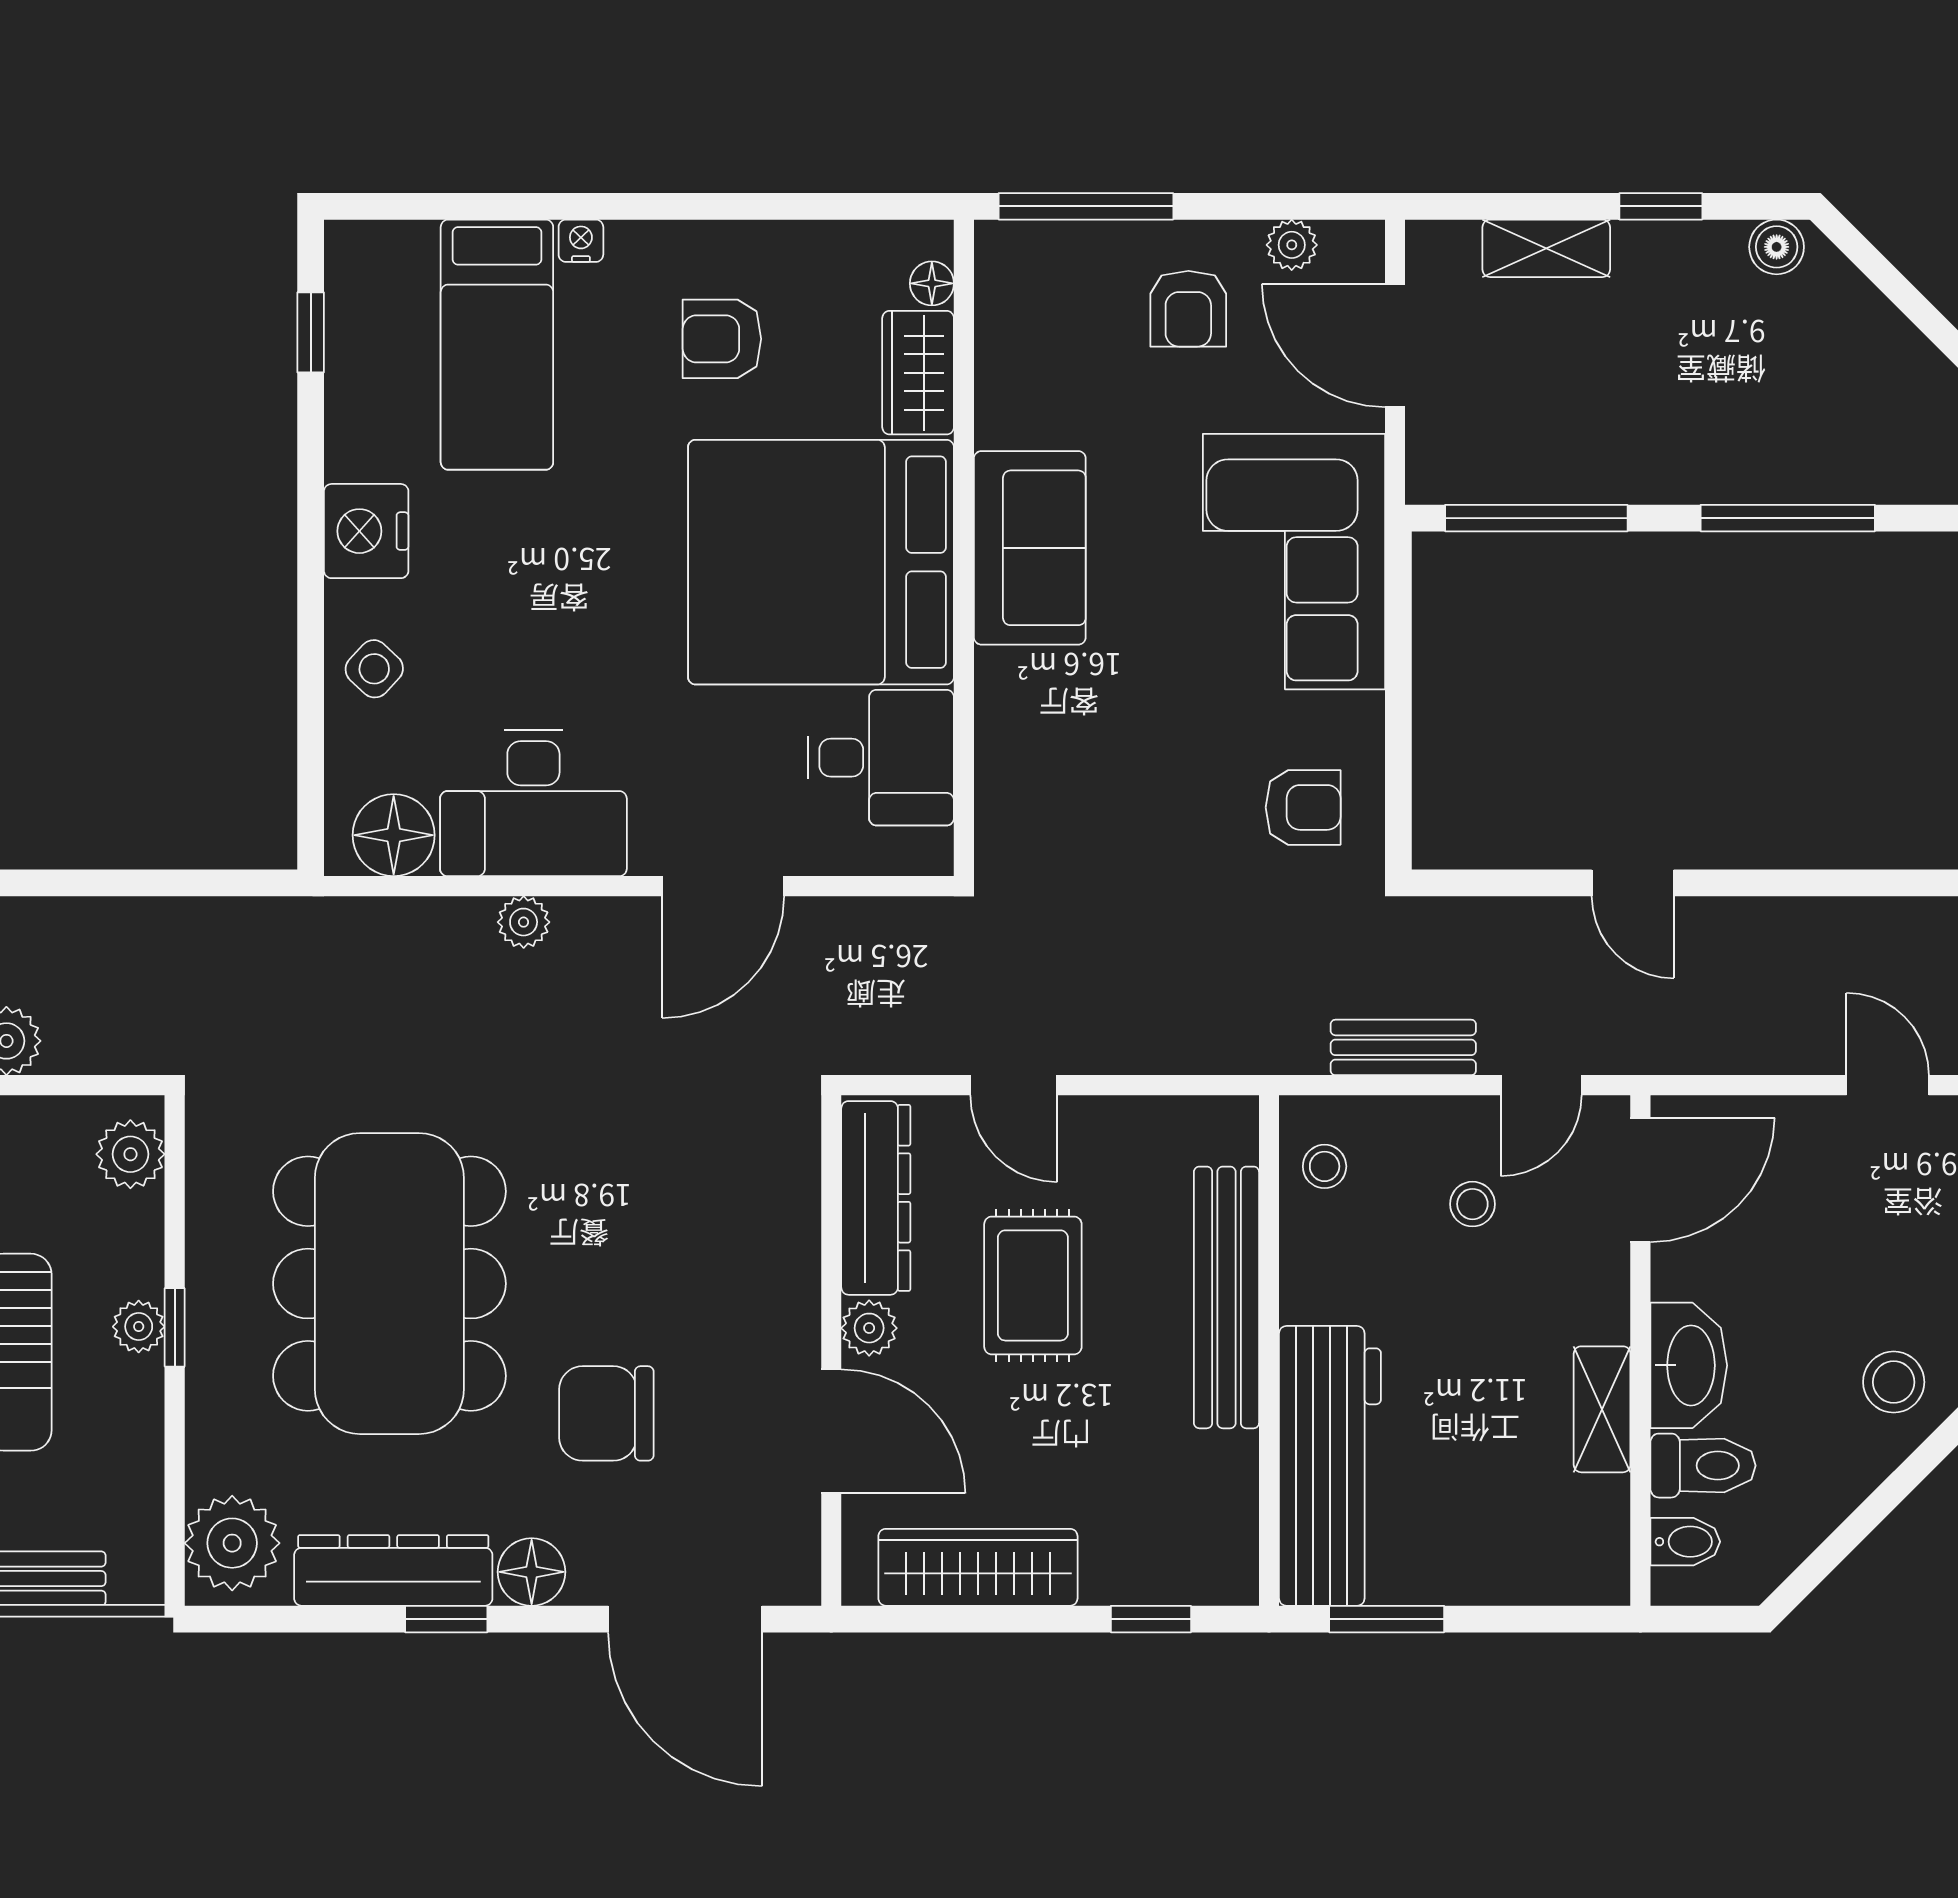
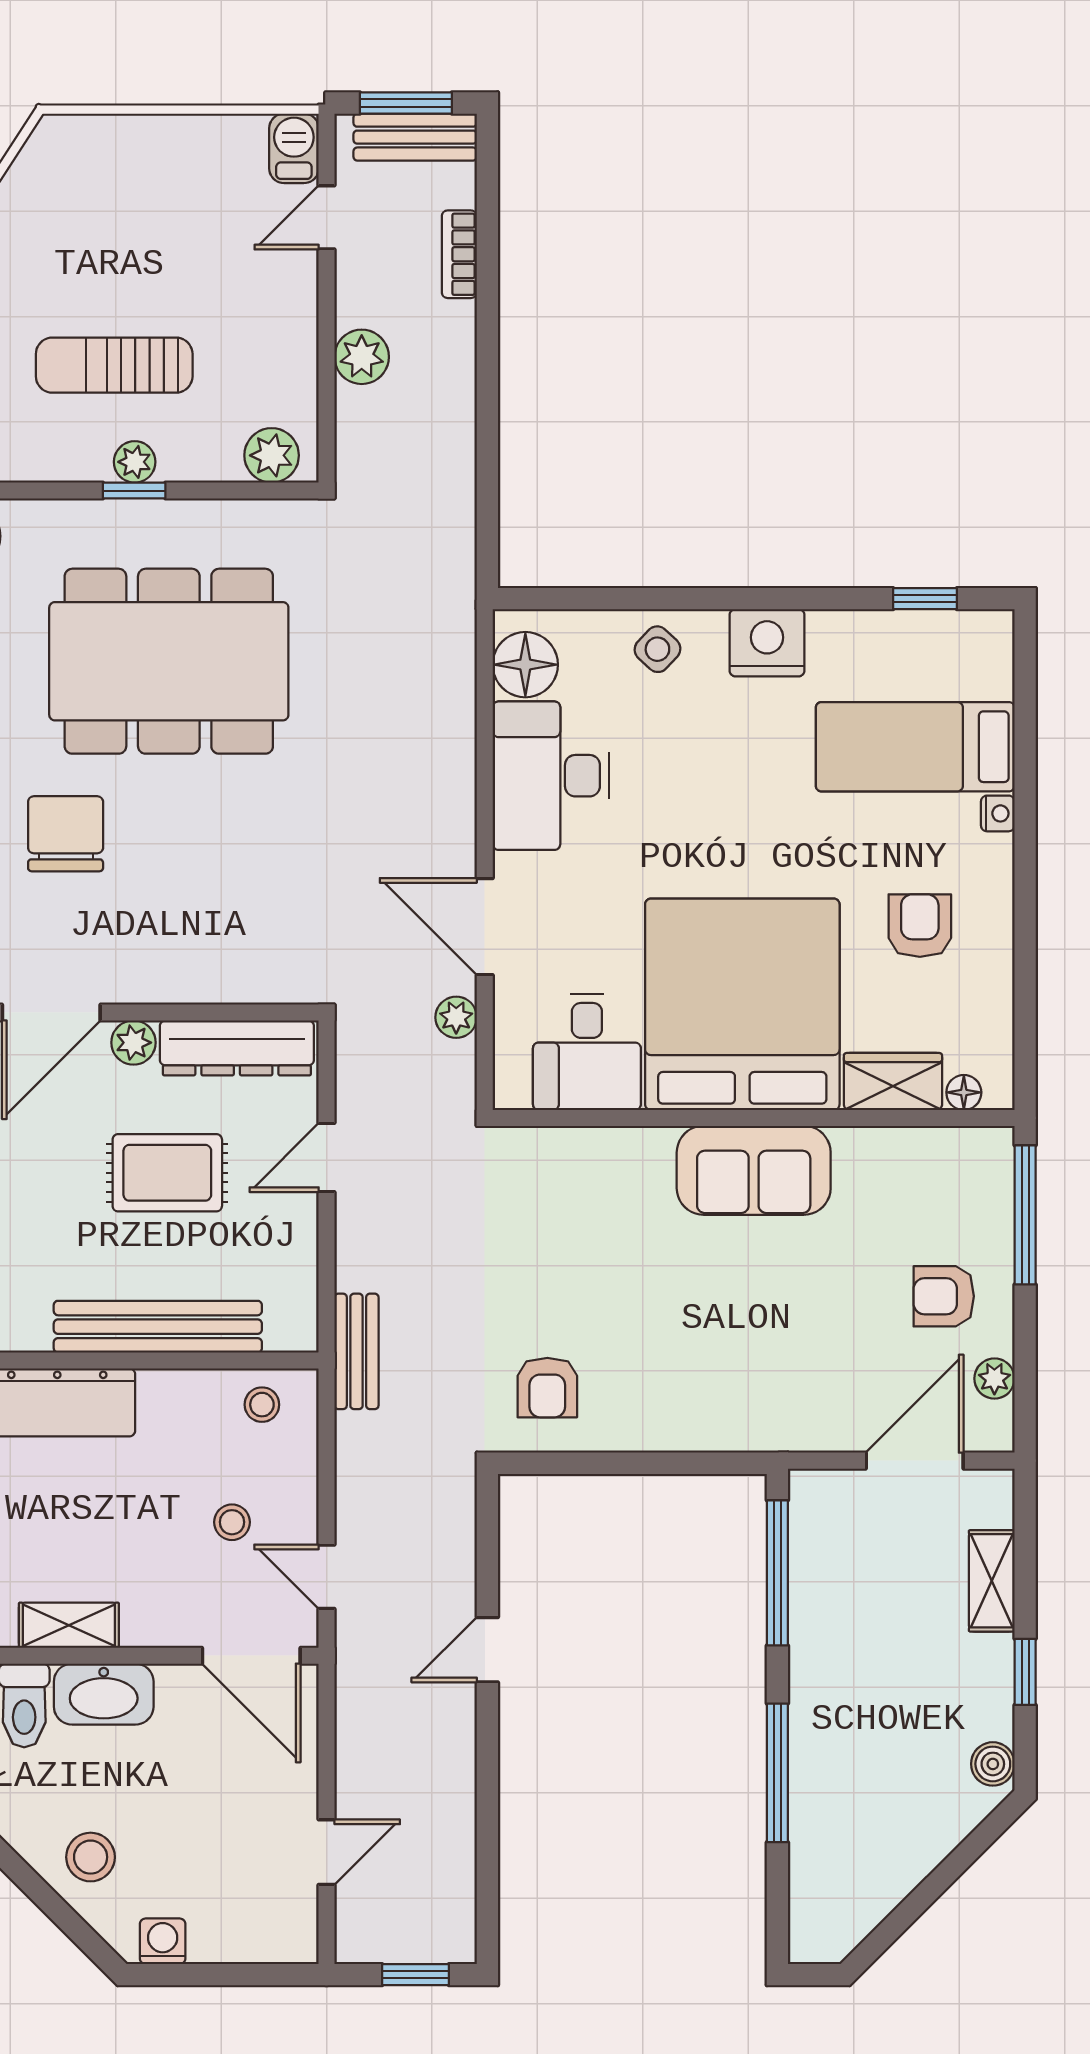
corner sofa: (1294, 562) -> (743, 1380), removed
plant: (524, 922) -> (456, 1017), moved
bench: (1403, 1047) -> (356, 1351), moved

